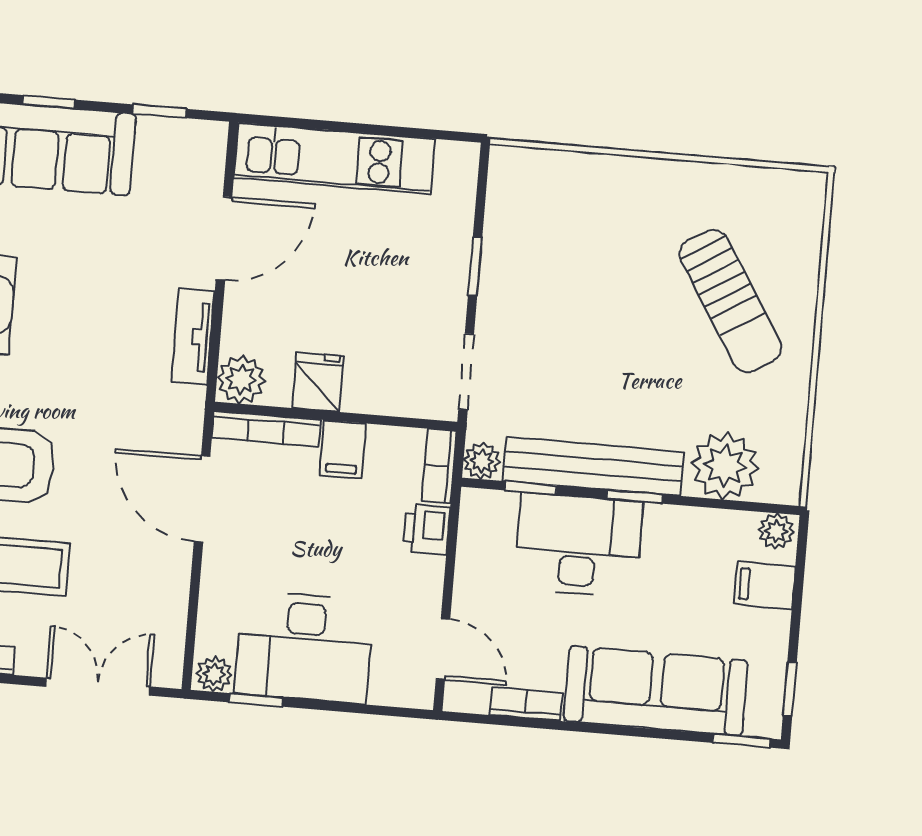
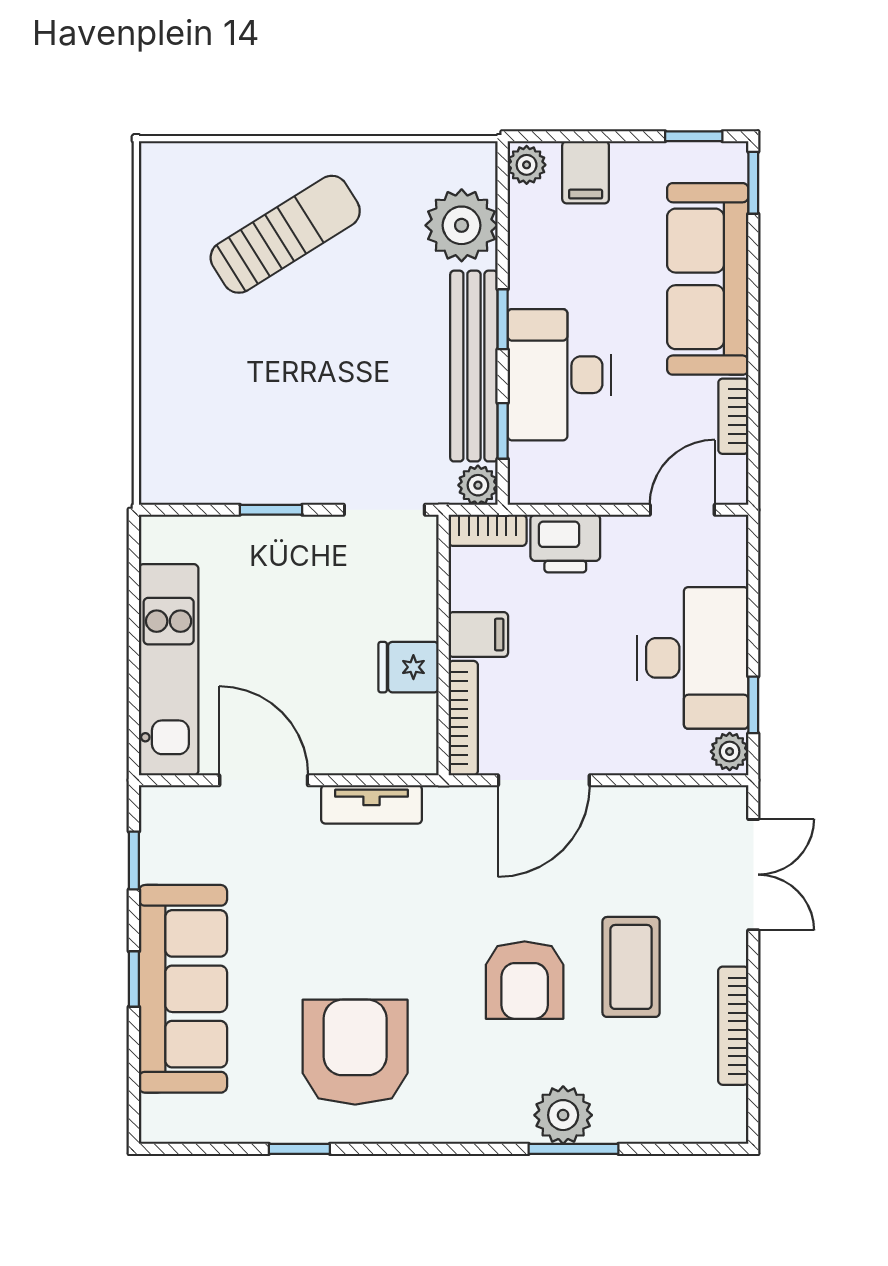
plant: (241, 379) -> (413, 749), removed
printer: (427, 529) -> (565, 544), width x1.36, depth x1.24
double door: (98, 687) -> (753, 875), swing flipped

